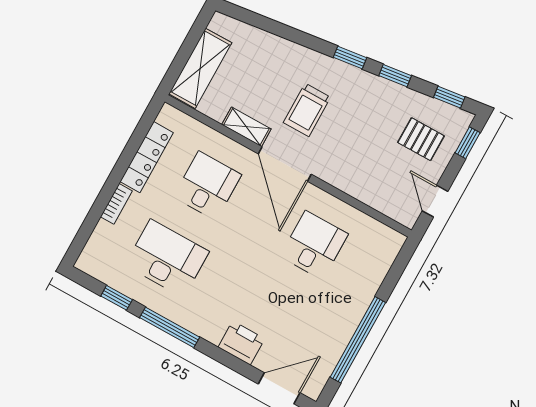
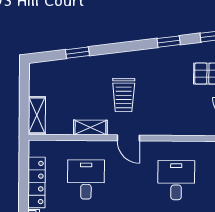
window: (350, 58) -> (77, 53), moved
shelving: (200, 68) -> (37, 115), width x0.67, depth x0.75
door: (285, 164) -> (128, 138), width x0.53

